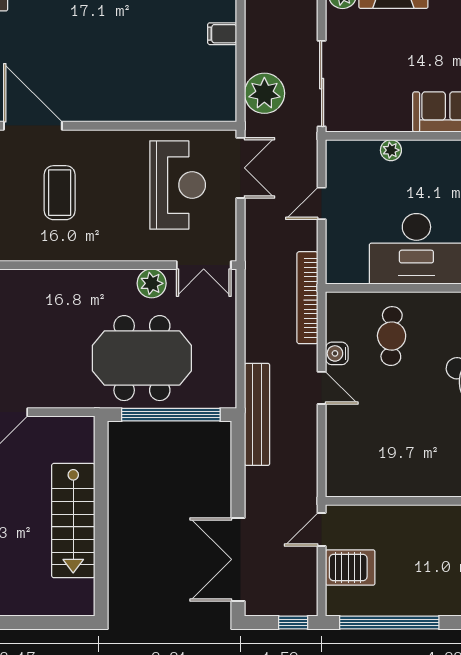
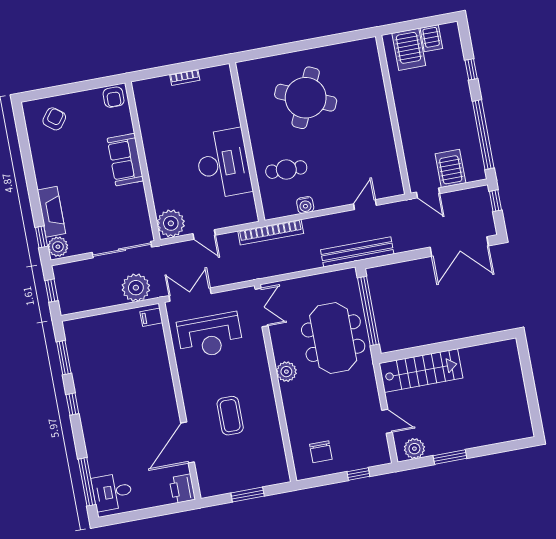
filing cabinet: (222, 34) -> (151, 317), moved, turned 90
plant: (391, 150) -> (171, 223), moved, width x1.88, depth x1.88
reception desk: (178, 185) -> (210, 336), turned 180
coffee table: (60, 193) -> (230, 416), turned 90
plant: (152, 283) -> (286, 372), moved
door: (322, 388) -> (365, 205), moved
stairs: (73, 521) -> (421, 371), moved

